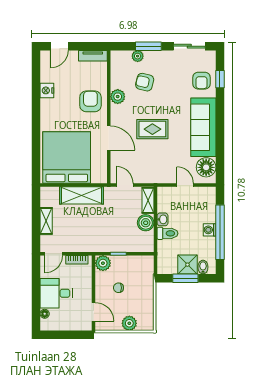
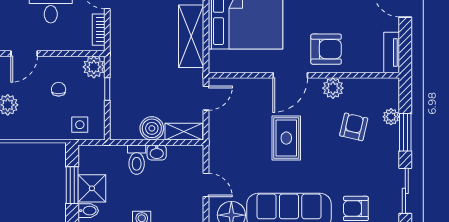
door: (109, 138) -> (290, 75), moved
door: (185, 185) -> (206, 185), hinge flipped
side table: (143, 273) -> (80, 125), added

